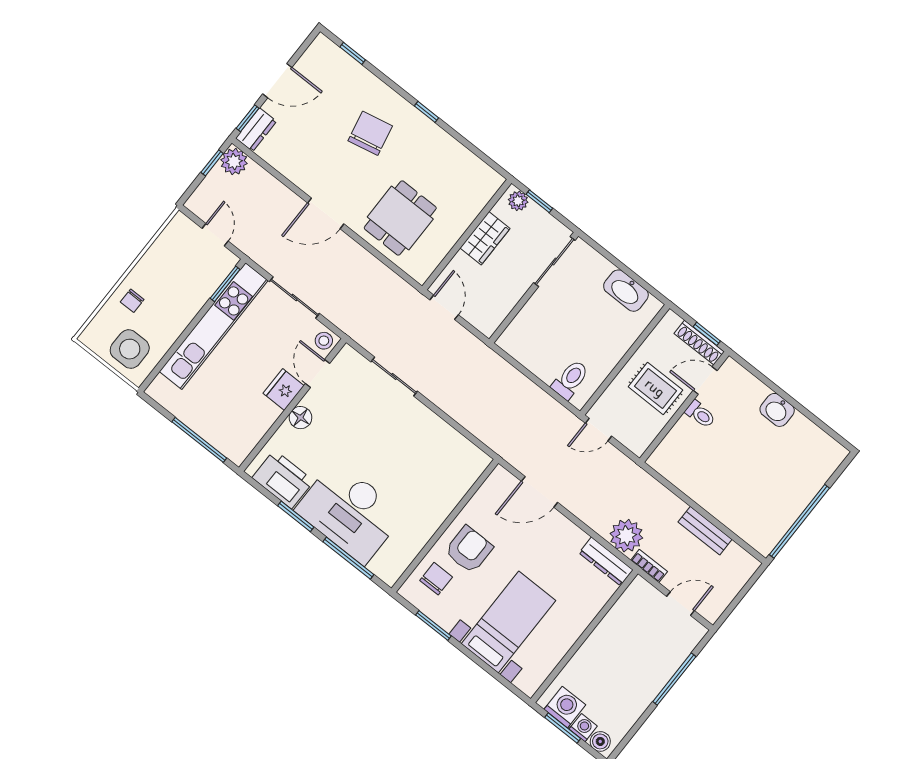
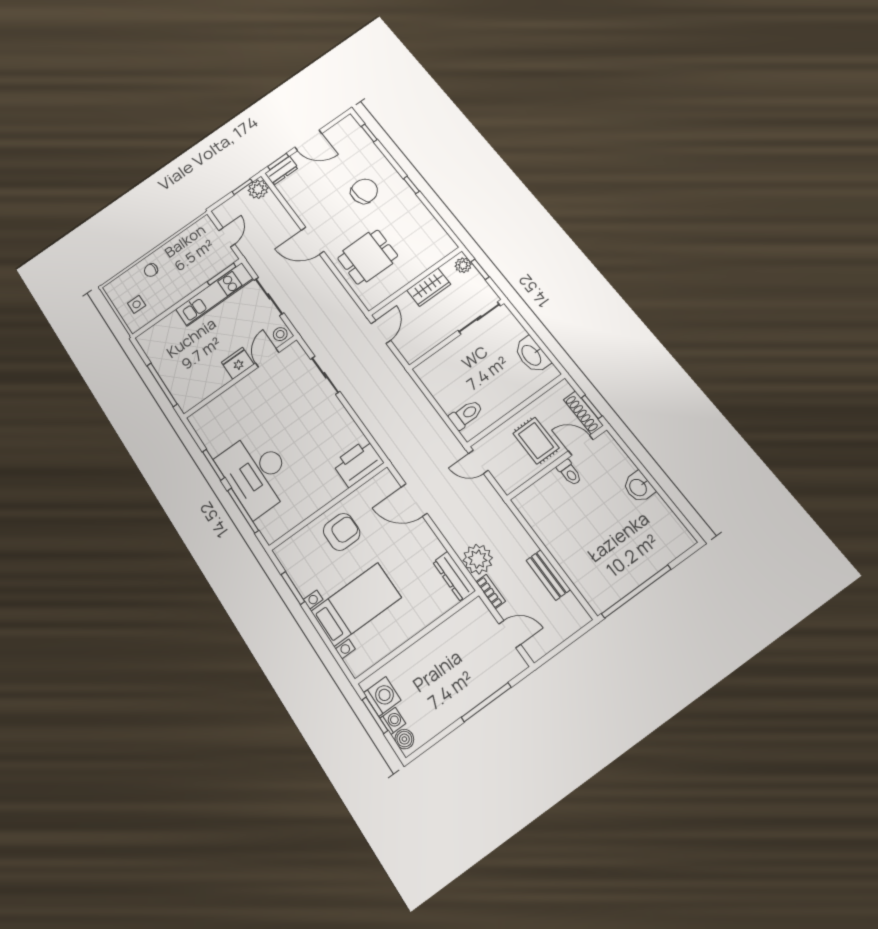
kitchen unit: (214, 326) -> (215, 294), width x0.73
side table: (130, 349) -> (137, 304), width x0.54, depth x0.54
floor lamp: (300, 418) -> (243, 388), removed
printer: (283, 479) -> (358, 463), moved, turned -90
chair: (436, 579) -> (307, 549), removed

